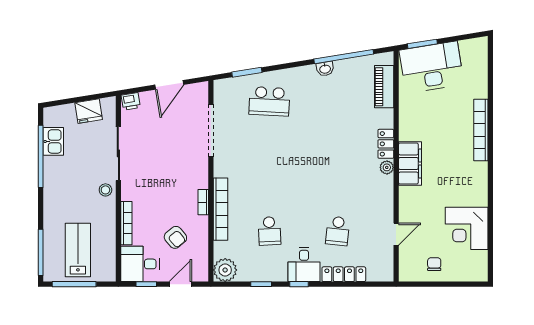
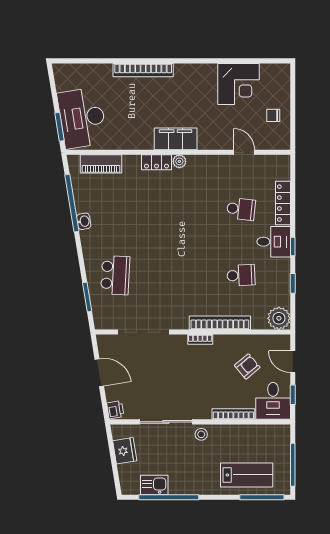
bookcase: (203, 202) -> (200, 339), moved
lab bench: (78, 250) -> (247, 475), moved, turned 180

